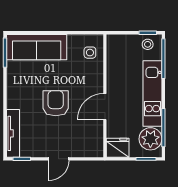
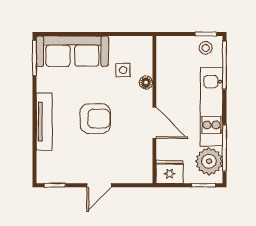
side table: (90, 53) -> (123, 70), moved
floor lamp: (98, 73) -> (146, 82), added
armchair: (56, 103) -> (95, 119), turned 90
door: (105, 107) -> (154, 123), swing flipped
tv unit: (13, 133) -> (44, 122), moved

